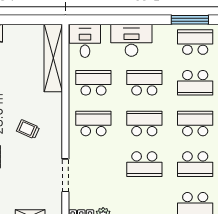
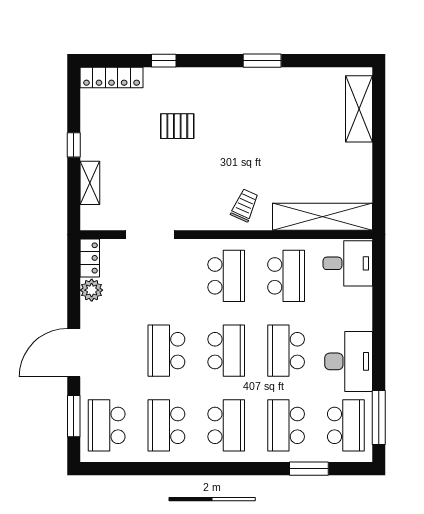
desk: (131, 40) -> (349, 361), moved
school desk: (144, 83) -> (286, 351), turned 180
trolley: (28, 129) -> (245, 205), moved

